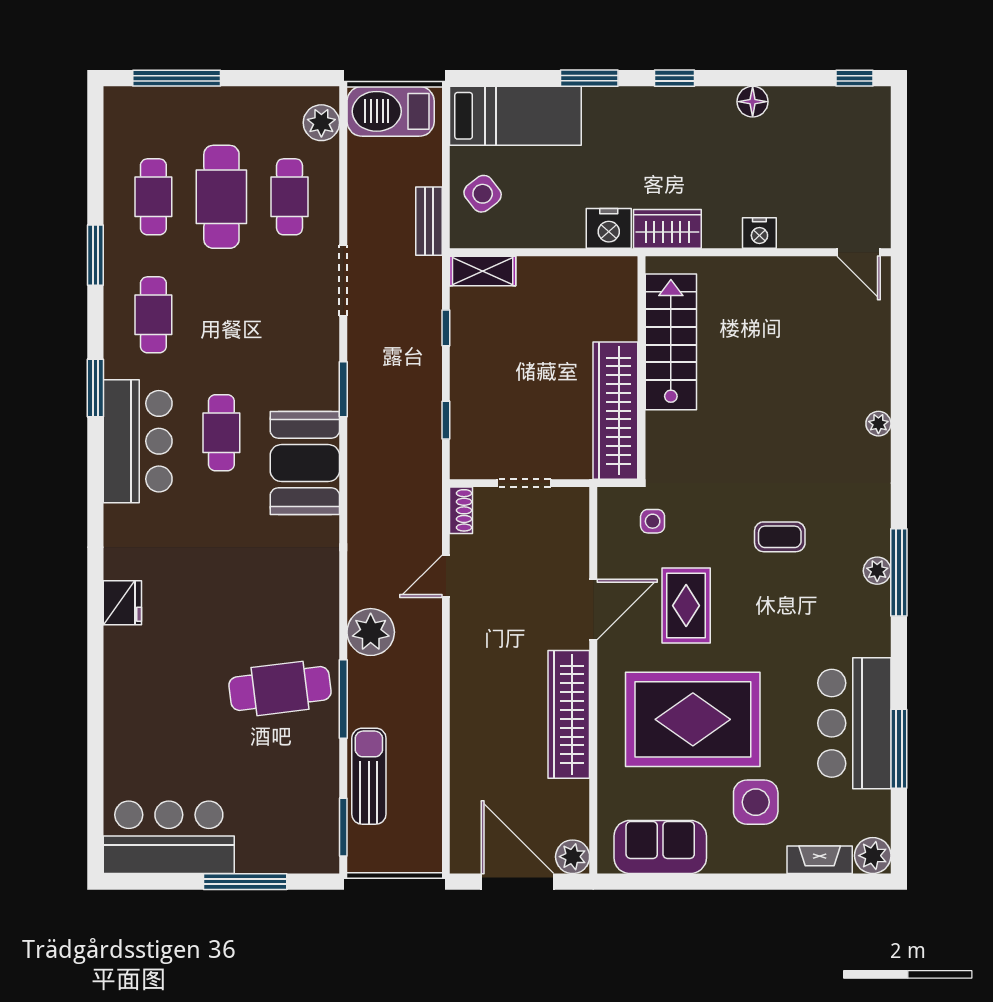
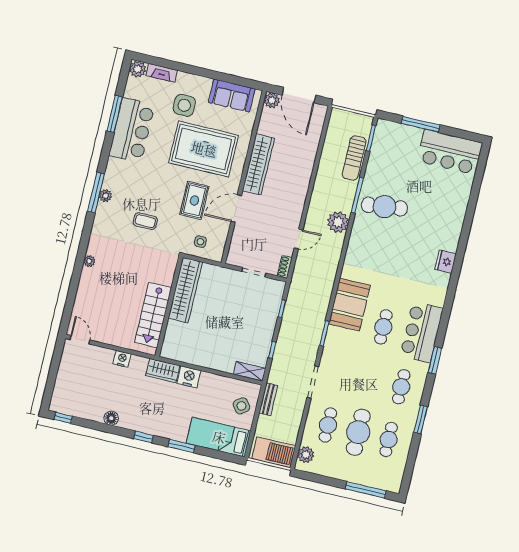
stairs: (671, 342) -> (153, 315), moved
wall: (641, 368) -> (169, 307), moved
wardrobe: (615, 411) -> (185, 290), moved

